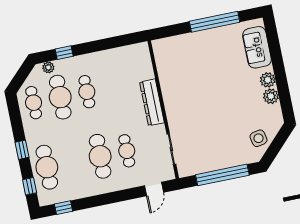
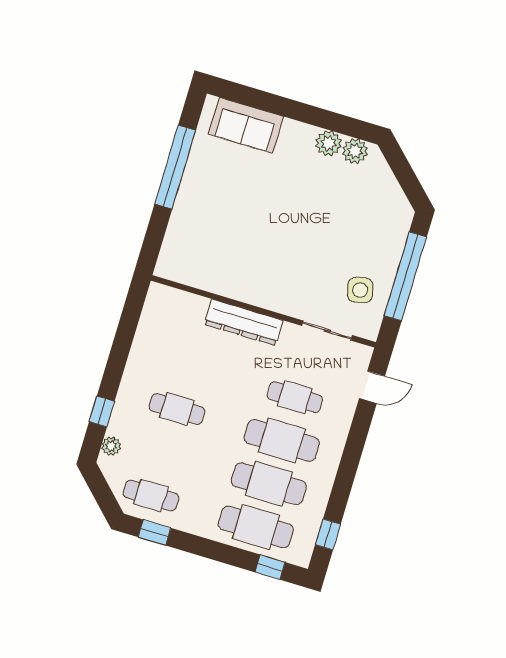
plant: (268, 80) -> (355, 151), moved
cafe table: (60, 97) -> (269, 484), moved
side table: (259, 138) -> (360, 290), moved
window: (22, 150) -> (154, 533), moved
door: (154, 189) -> (372, 387), hinge flipped

